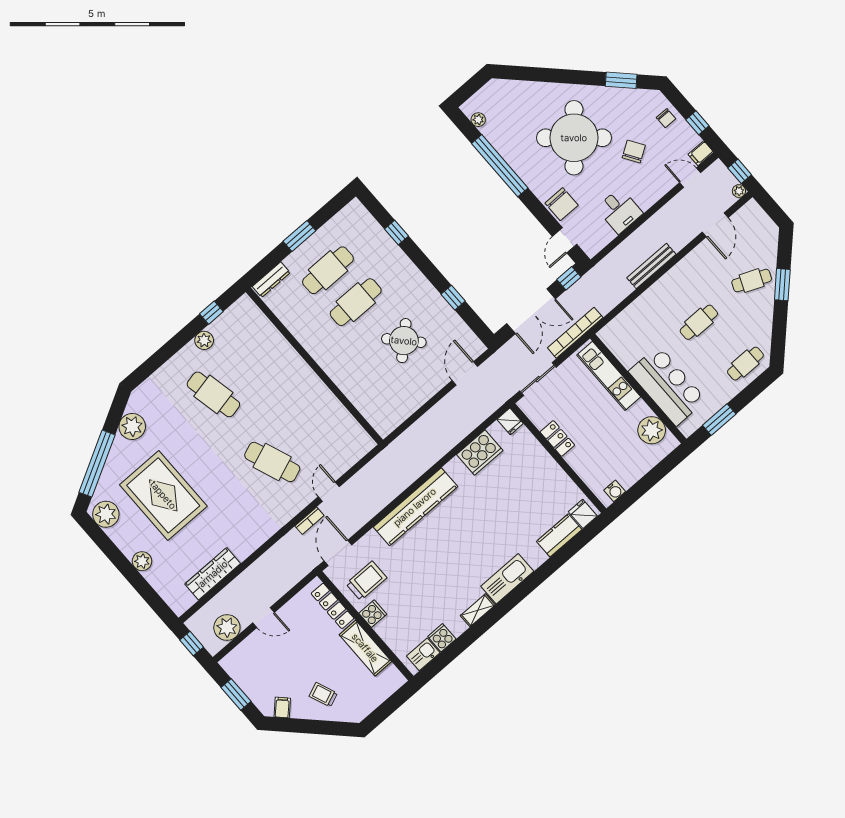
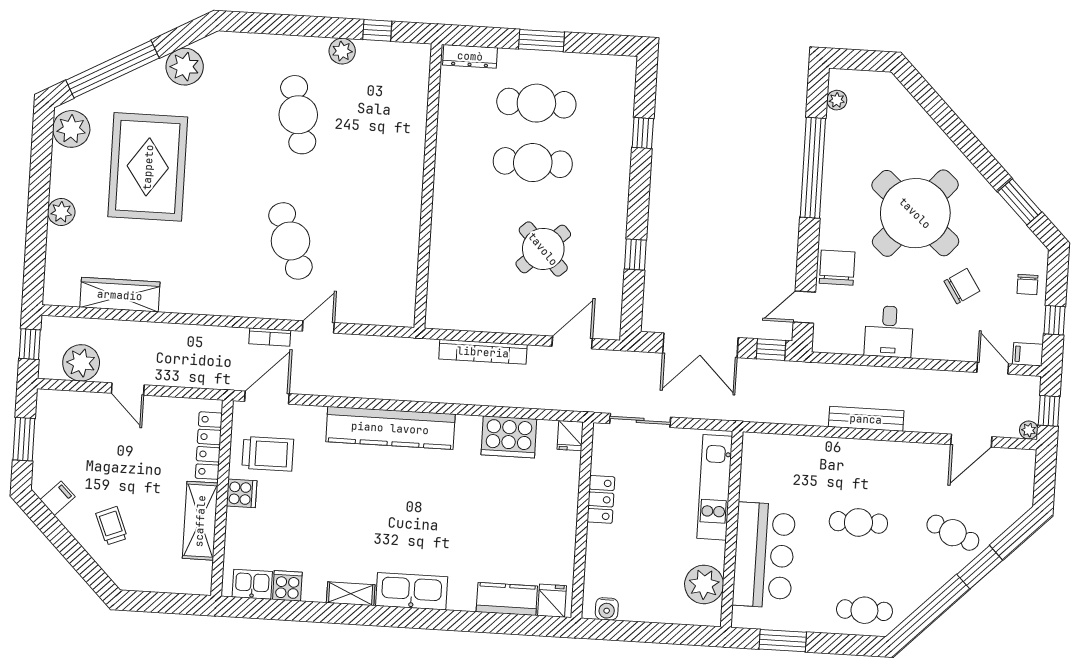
chair: (562, 204) -> (837, 268), turned 180
bookcase: (575, 333) -> (483, 352), moved, turned 180

